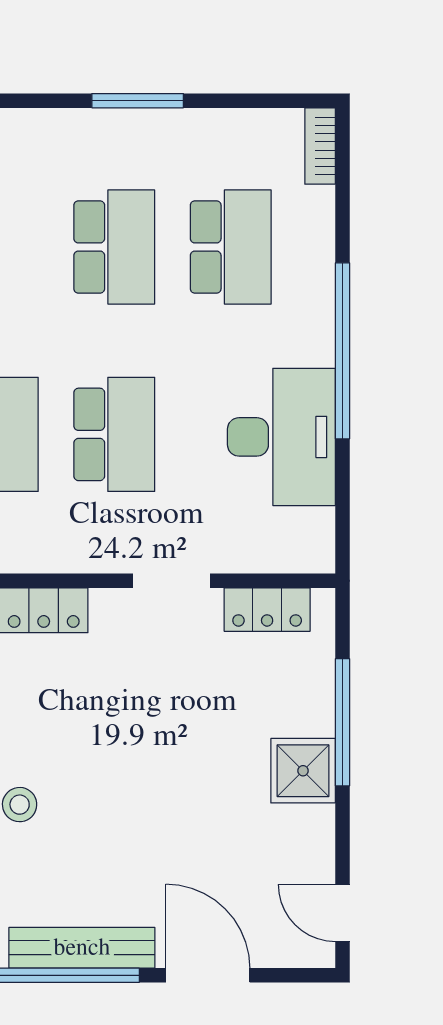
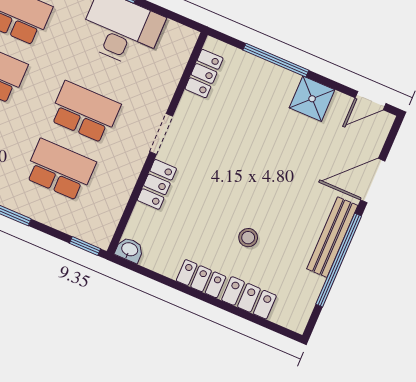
doorway: (172, 581) -> (161, 134), moved
shower: (303, 771) -> (312, 99), moved

